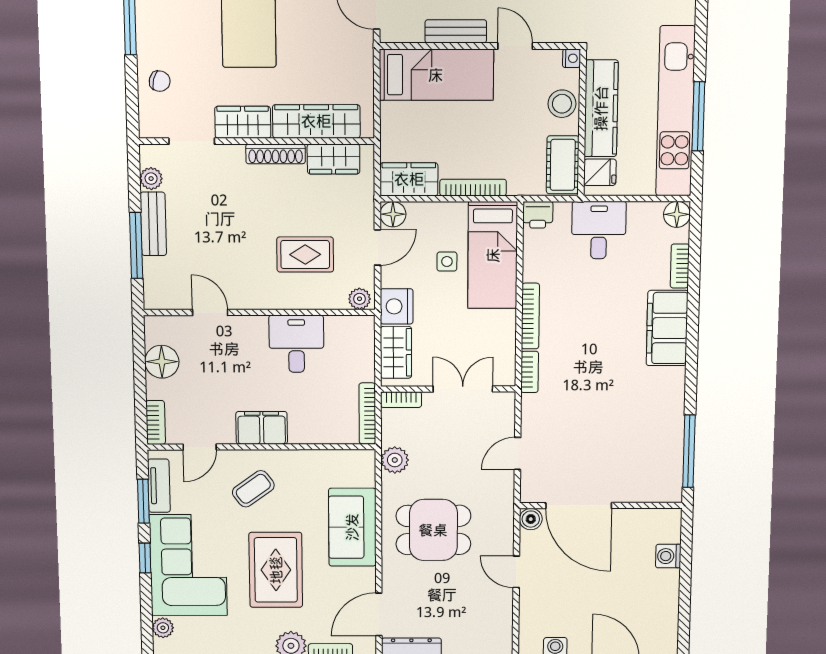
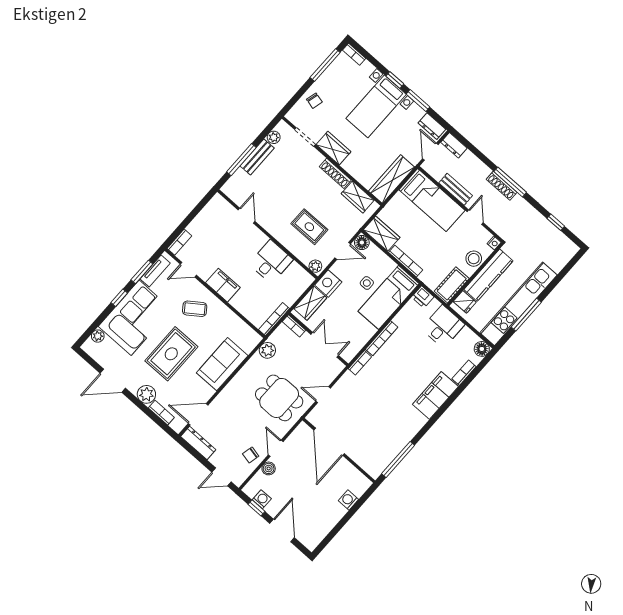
wardrobe: (316, 121) -> (392, 179), moved, turned -90
floor lamp: (162, 362) -> (206, 218), removed
boiler: (531, 519) -> (269, 468), moved
dining table: (433, 530) -> (279, 398), moved
chair: (492, 607) -> (251, 455), added

